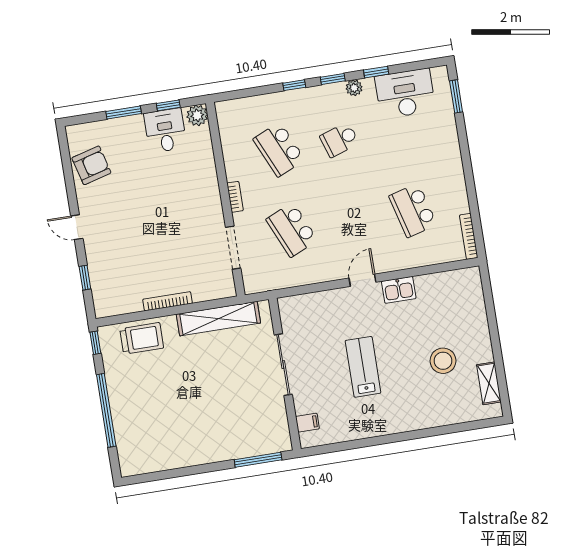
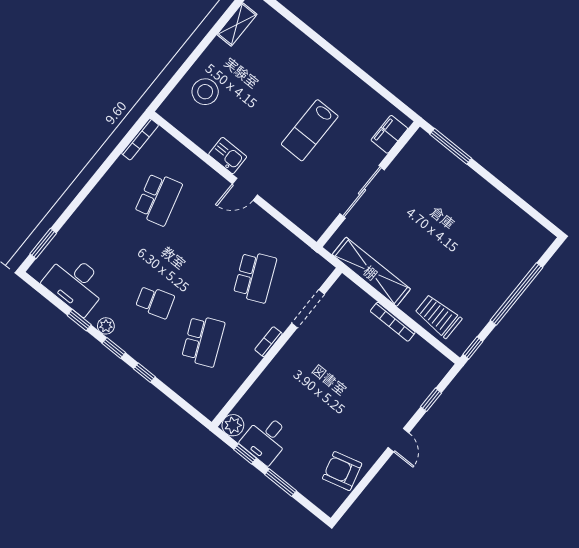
stool: (443, 361) -> (205, 92), moved
filing cabinet: (307, 423) -> (389, 134), width x2.00

